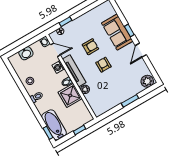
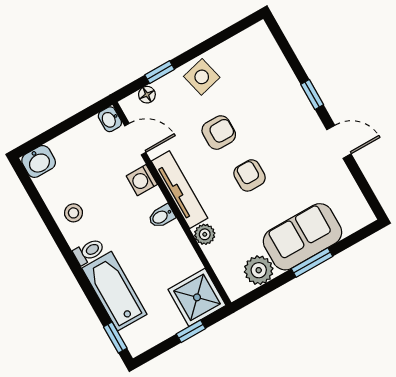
side table: (83, 24) -> (202, 77), added
sofa: (117, 32) -> (303, 237), moved, turned 90
door: (141, 50) -> (339, 142), swing flipped
washbasin: (26, 53) -> (39, 161), moved
plant: (147, 81) -> (259, 270), moved
shower: (70, 95) -> (197, 297), moved
bathtub: (54, 125) -> (114, 291), moved

